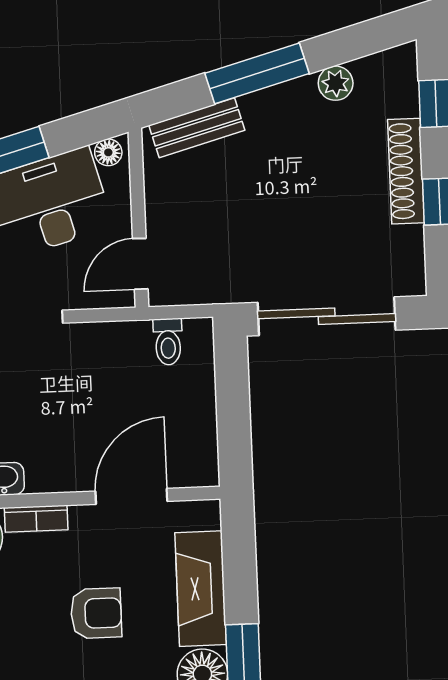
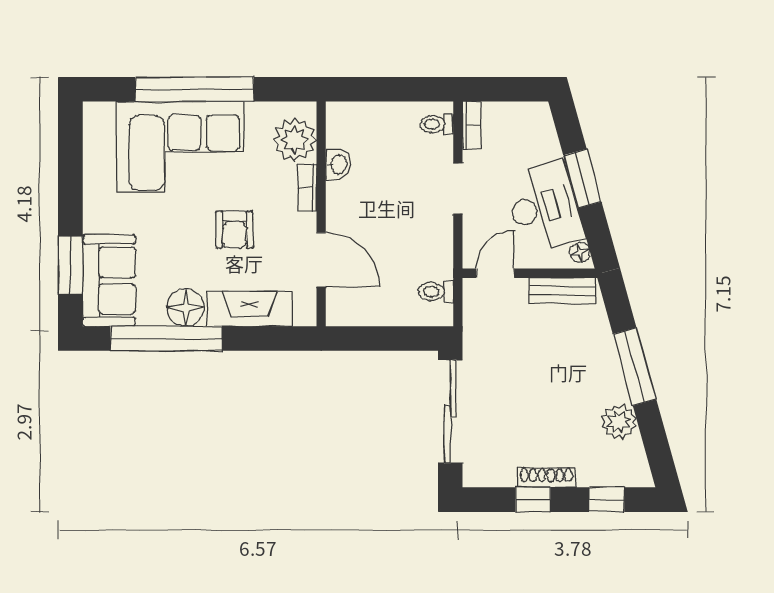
plant: (336, 83) -> (619, 422), width x1.38, depth x1.38
bench: (197, 128) -> (562, 291), moved, turned -74
shoe rack: (406, 171) -> (546, 478), width x0.74, depth x0.81
door: (140, 264) -> (495, 273), hinge flipped

